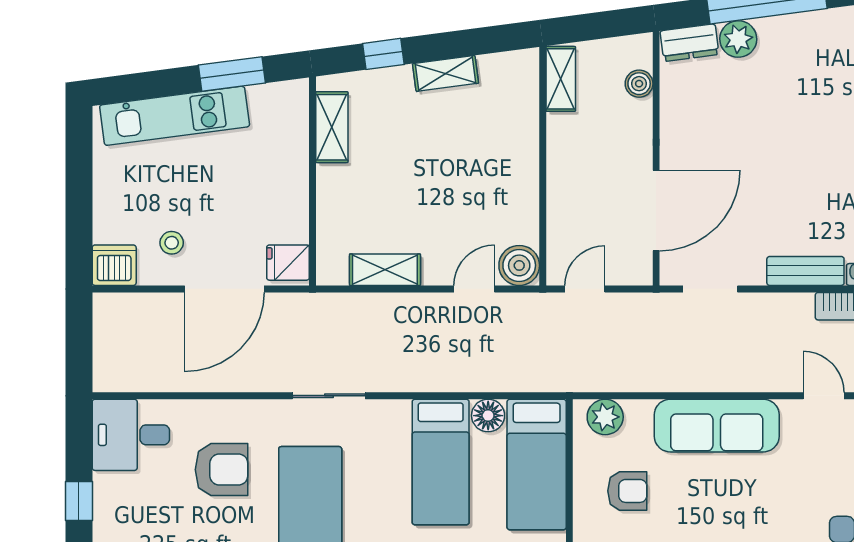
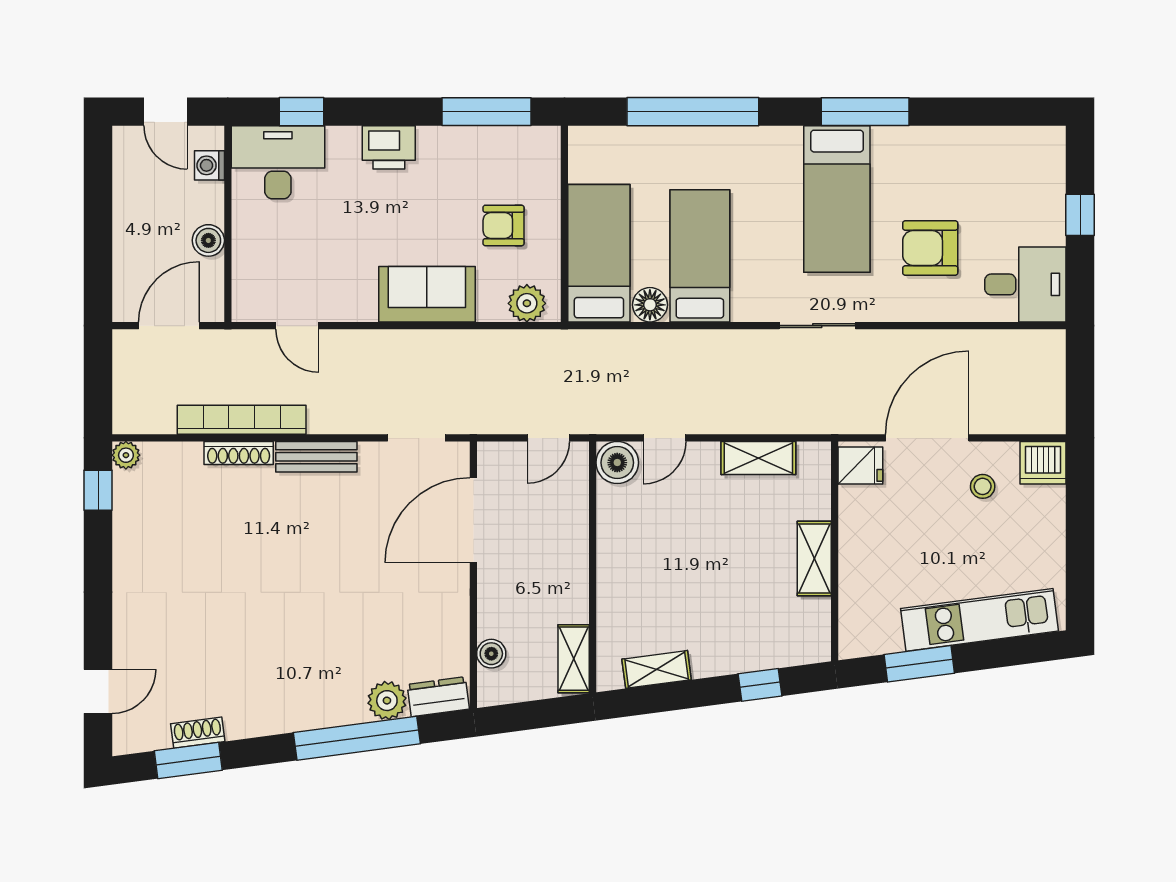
shelving: (446, 73) -> (657, 669), moved
shelving: (332, 127) -> (814, 559), moved
sofa: (717, 426) -> (427, 294), width x0.73

